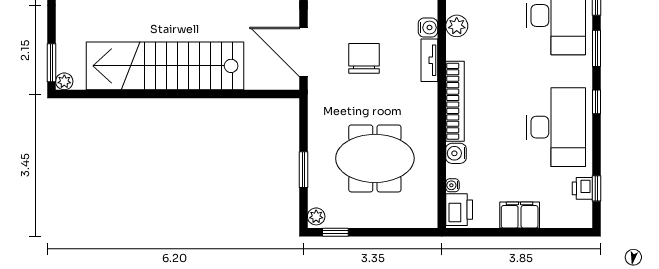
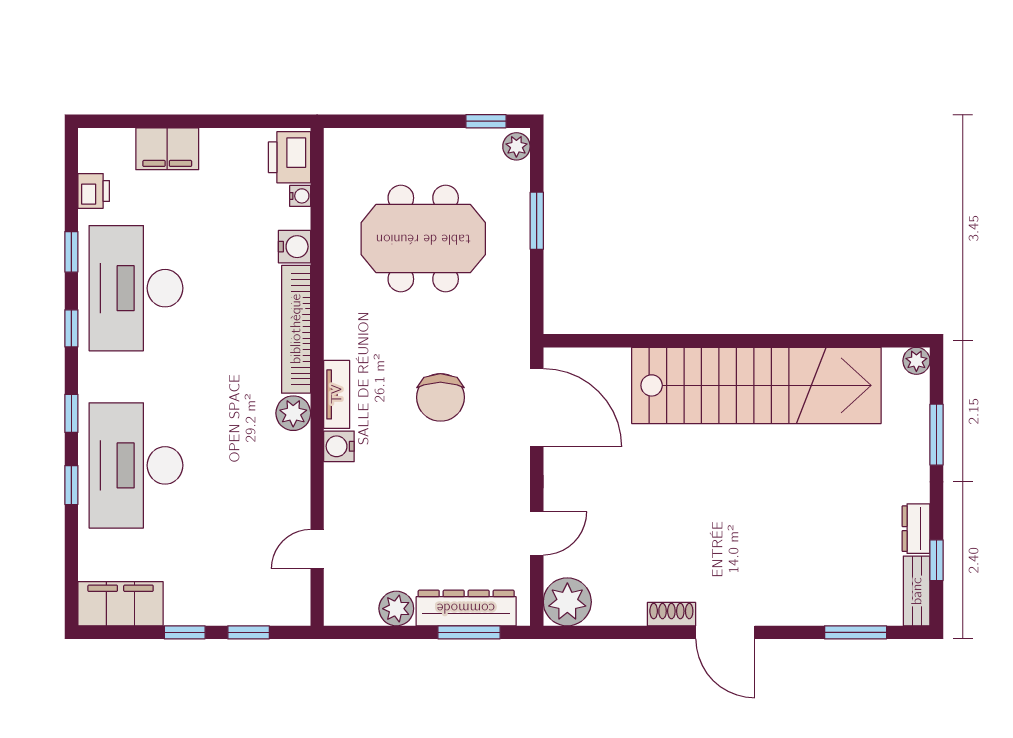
plant: (457, 26) -> (293, 413), moved
window: (596, 48) -> (71, 413), width x0.67
window: (52, 63) -> (936, 435), moved
window: (596, 188) -> (71, 252), moved
filing cabinet: (520, 215) -> (167, 149), moved

